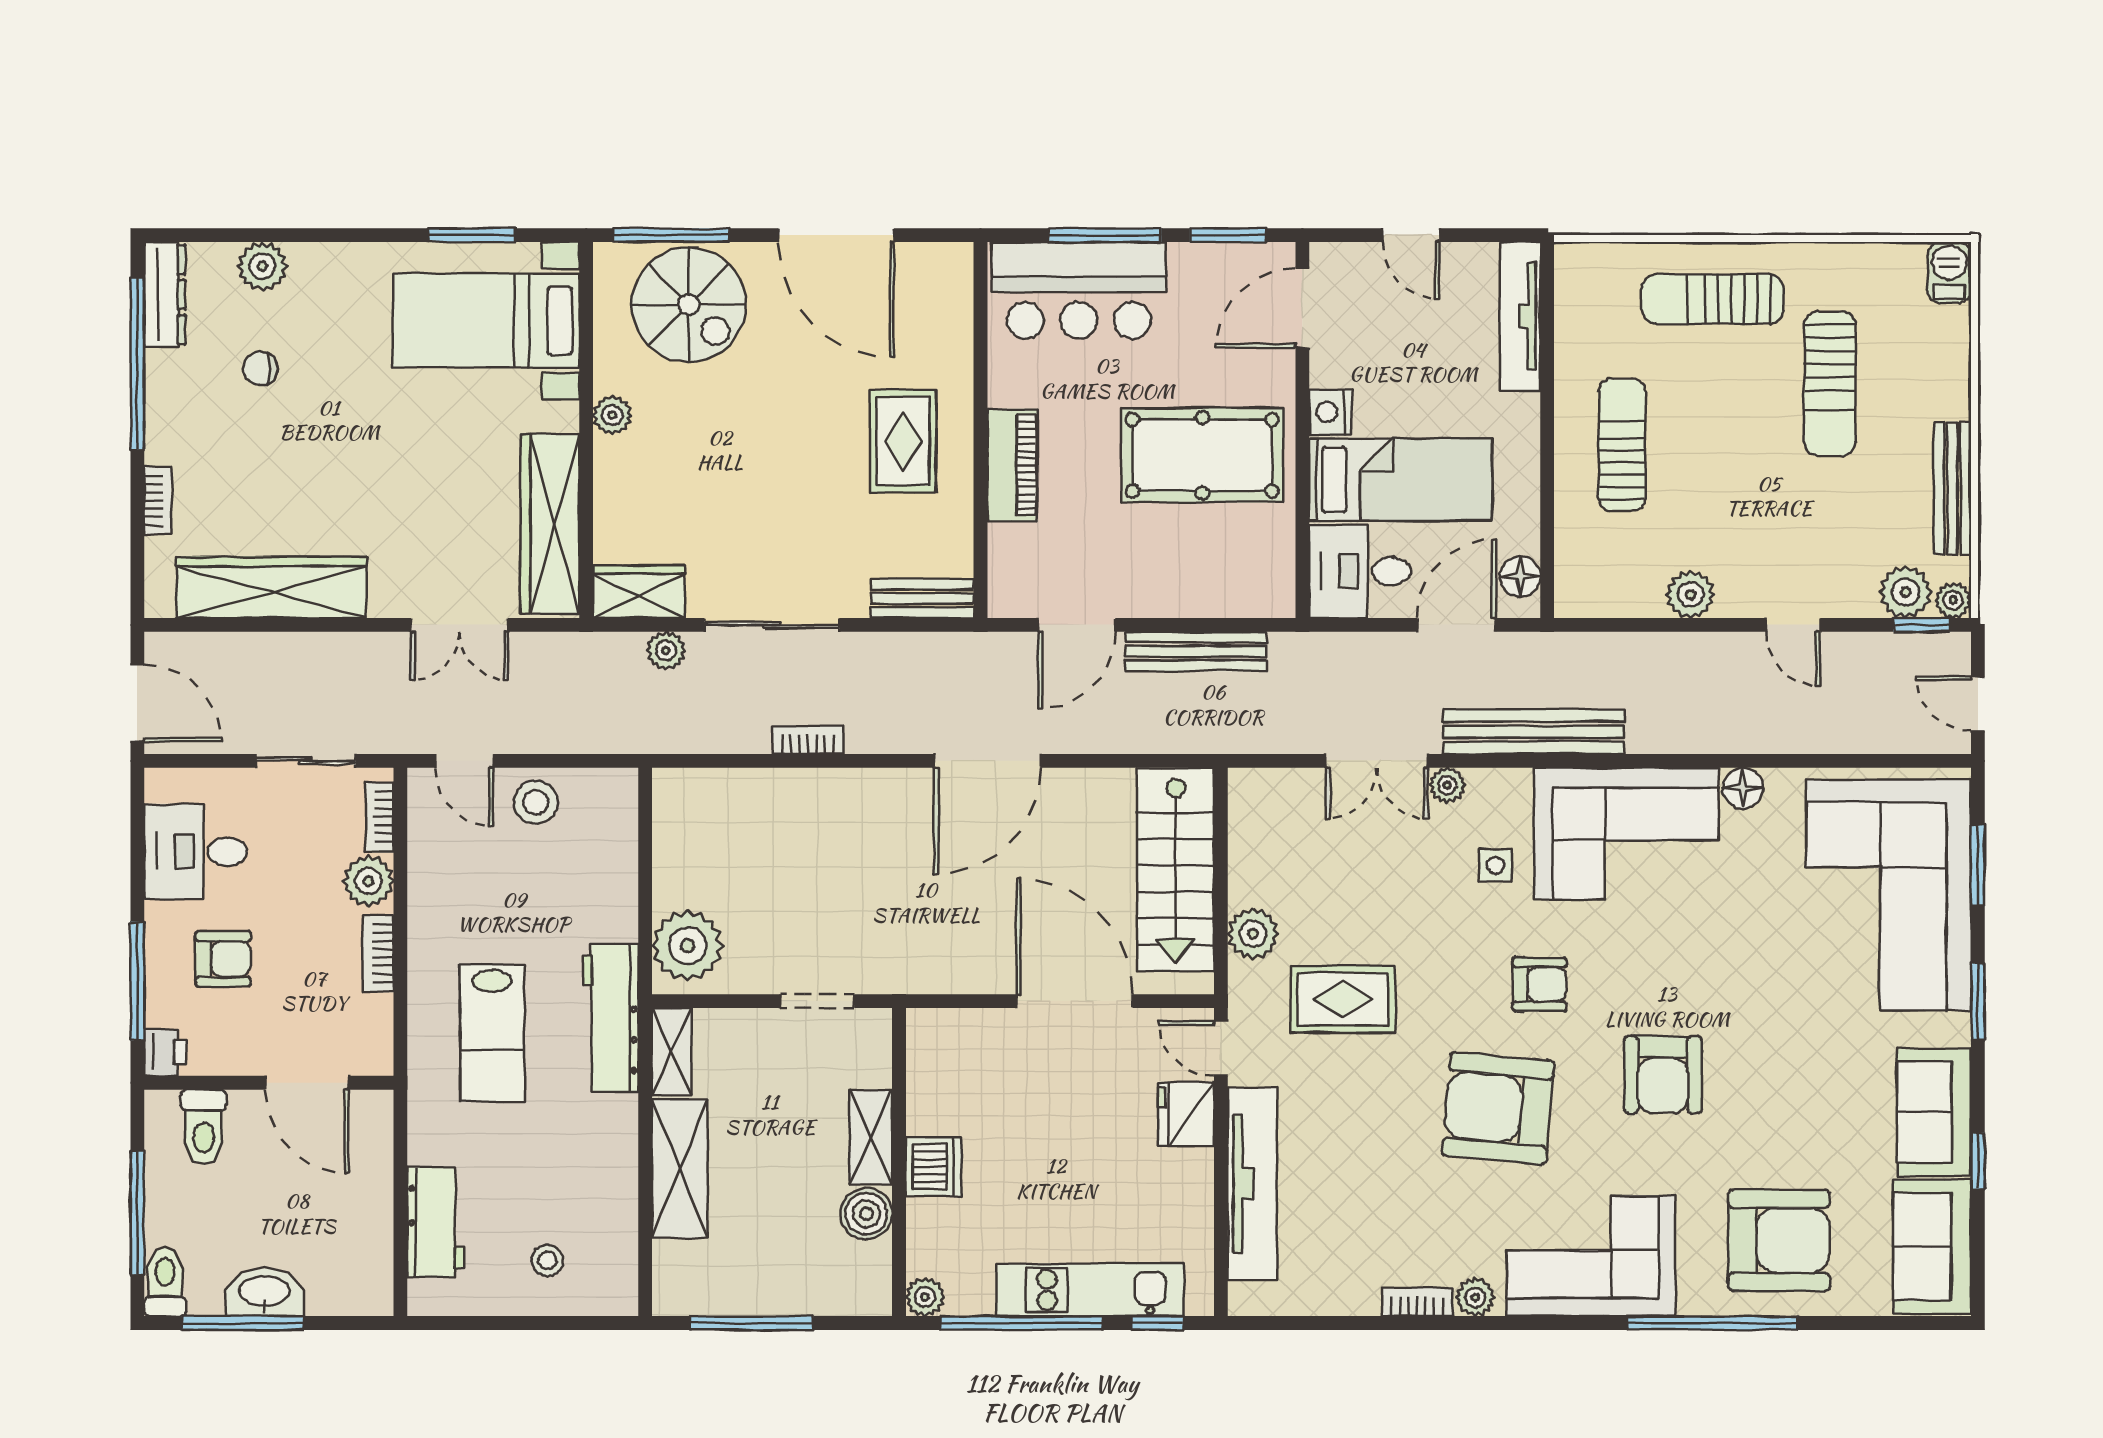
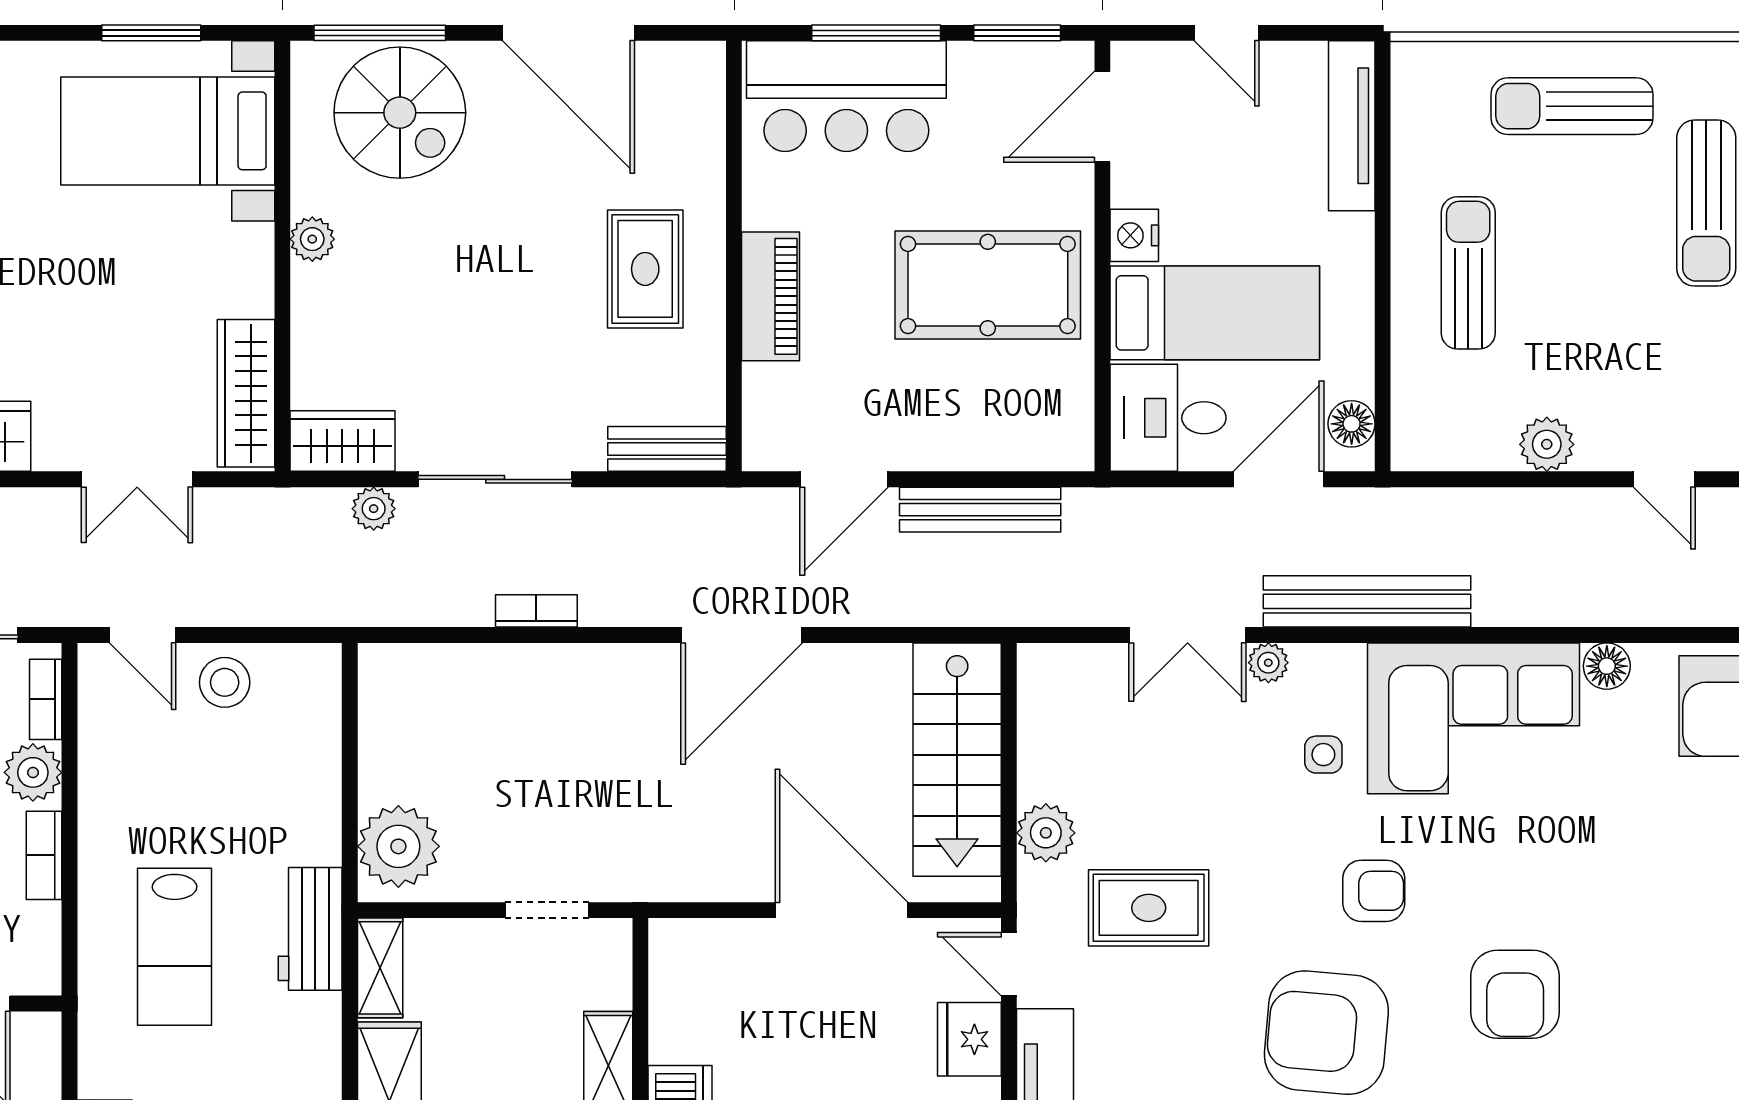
wardrobe: (550, 524) -> (246, 393), width x0.71, depth x0.85
workbench: (611, 1018) -> (310, 929), width x0.73

